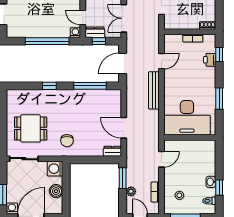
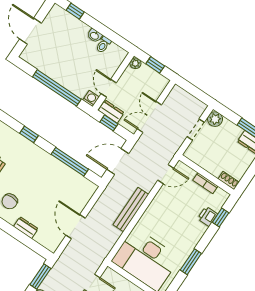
door: (161, 61) -> (166, 174), moved
dresser: (112, 151) -> (26, 228), moved

